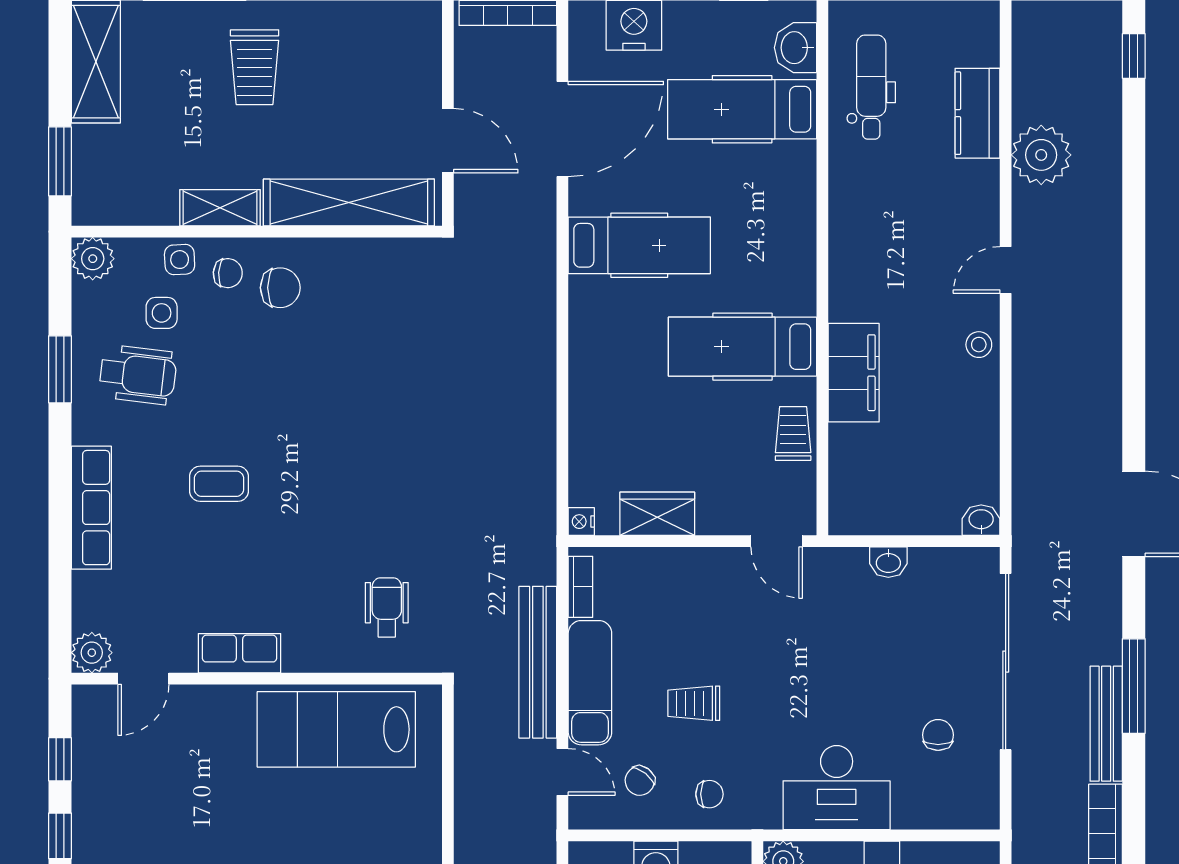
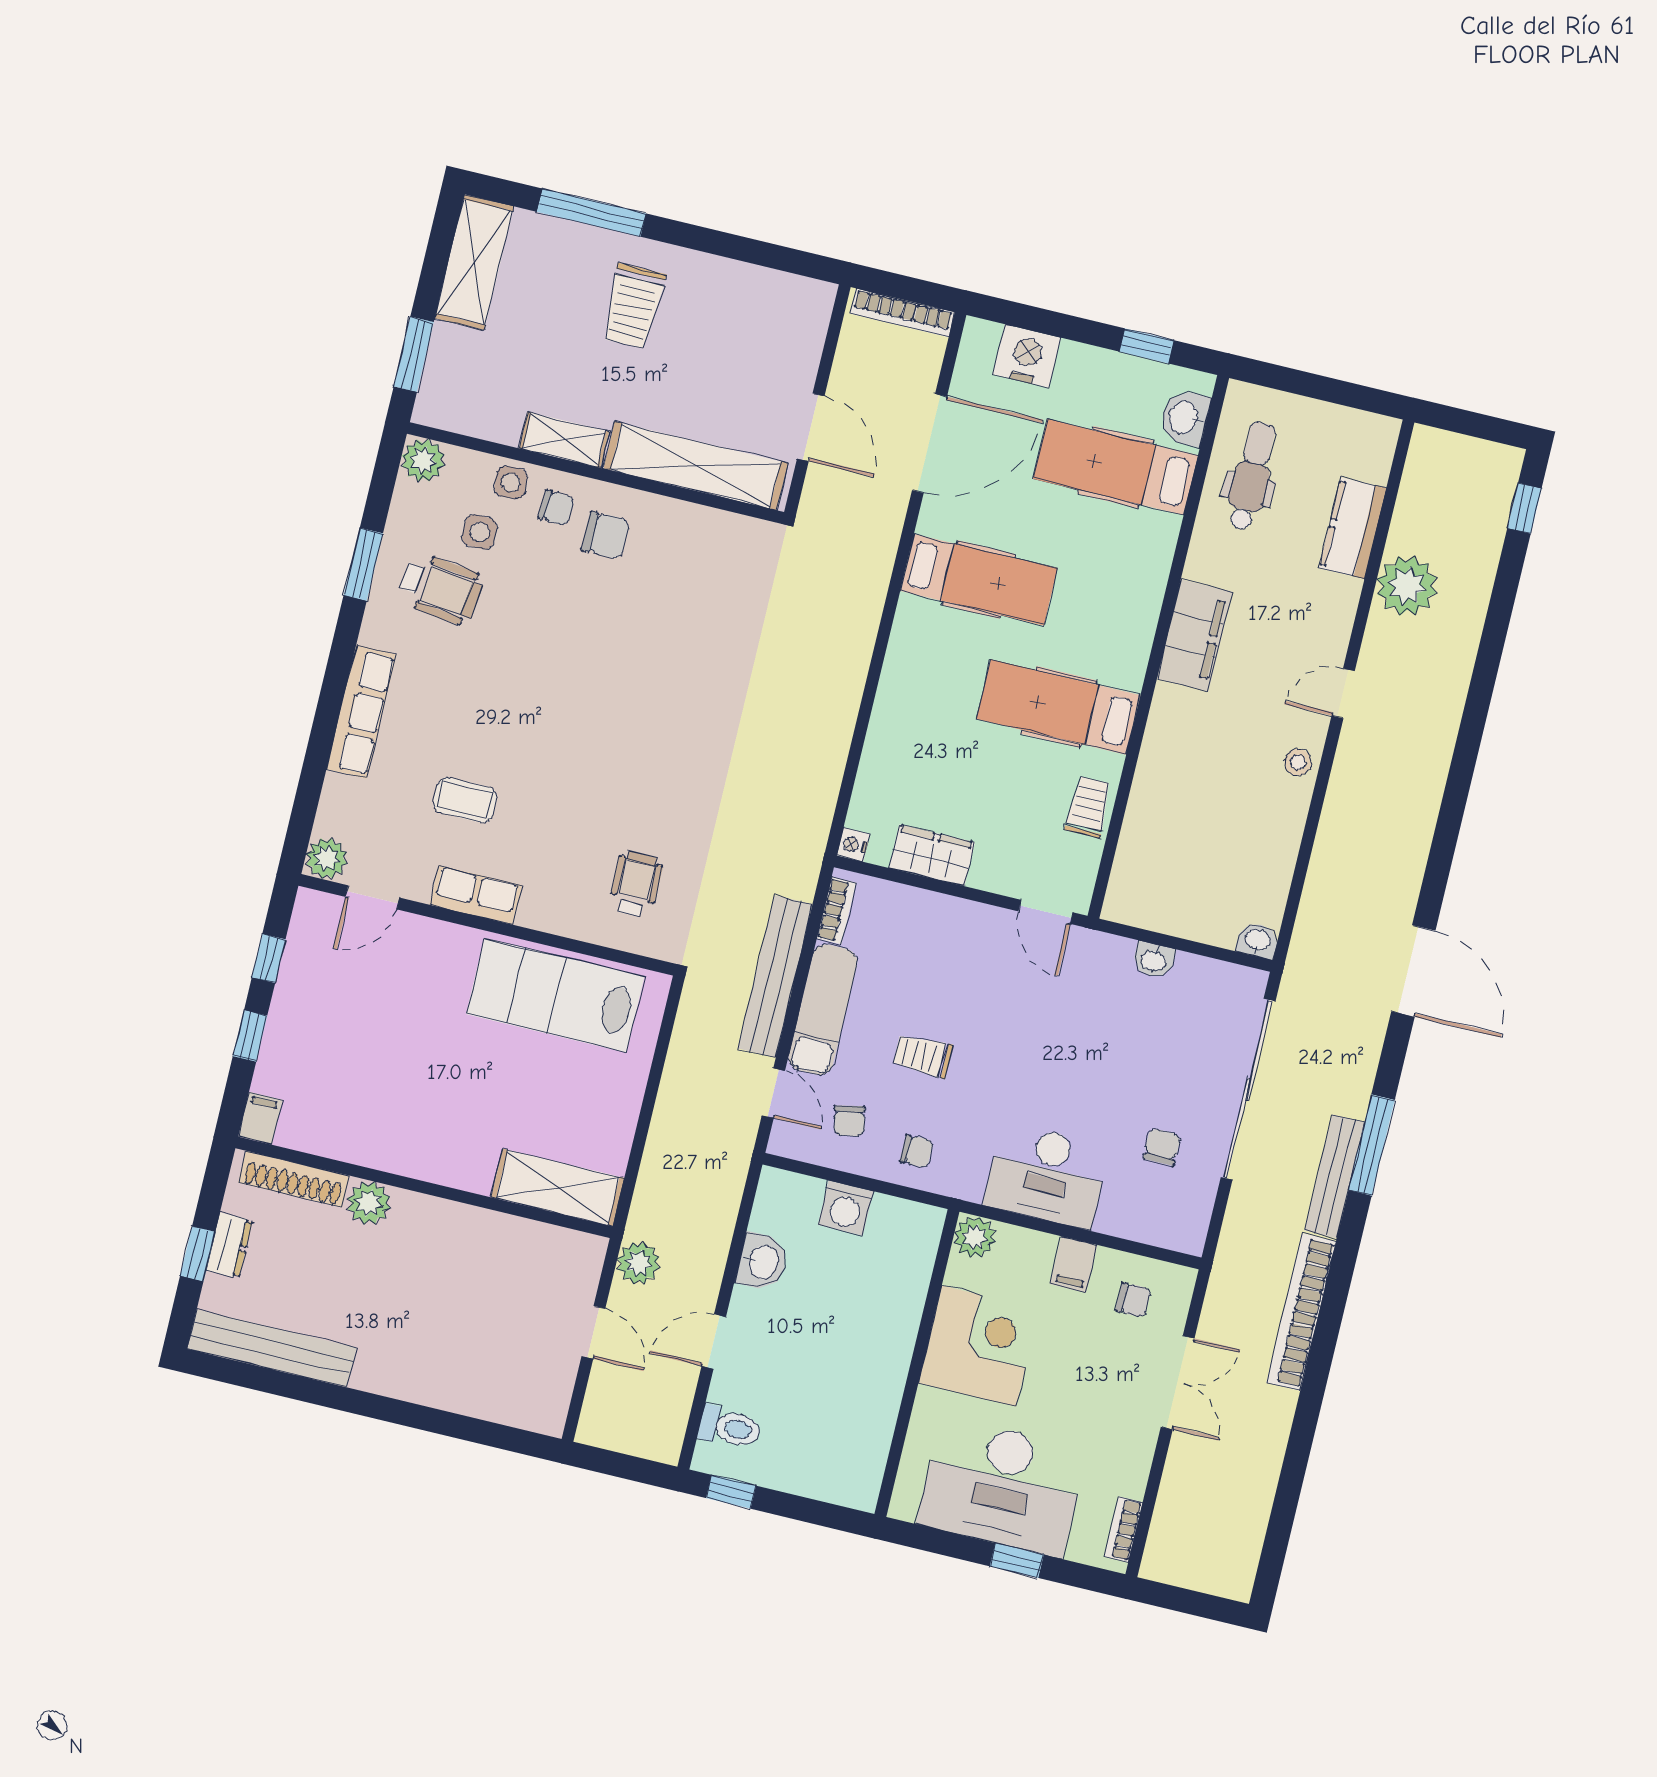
filing cabinet: (854, 373) -> (1194, 635), moved
coffee table: (219, 484) -> (465, 800), moved
chair: (640, 781) -> (849, 1121), turned -50

